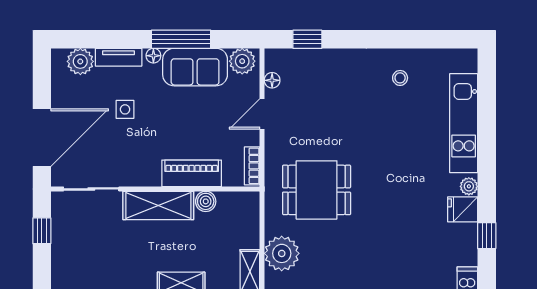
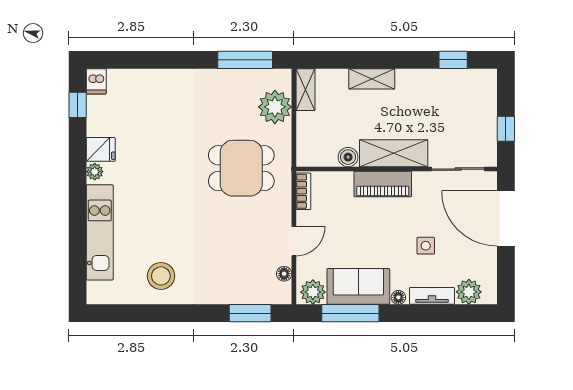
window: (181, 39) -> (350, 313), moved
window: (307, 39) -> (250, 313), width x1.50
stool: (400, 78) -> (161, 276), width x1.89, depth x1.89
door: (42, 138) -> (506, 219), hinge flipped
piano: (192, 173) -> (383, 184), moved
window: (487, 236) -> (78, 105), moved

